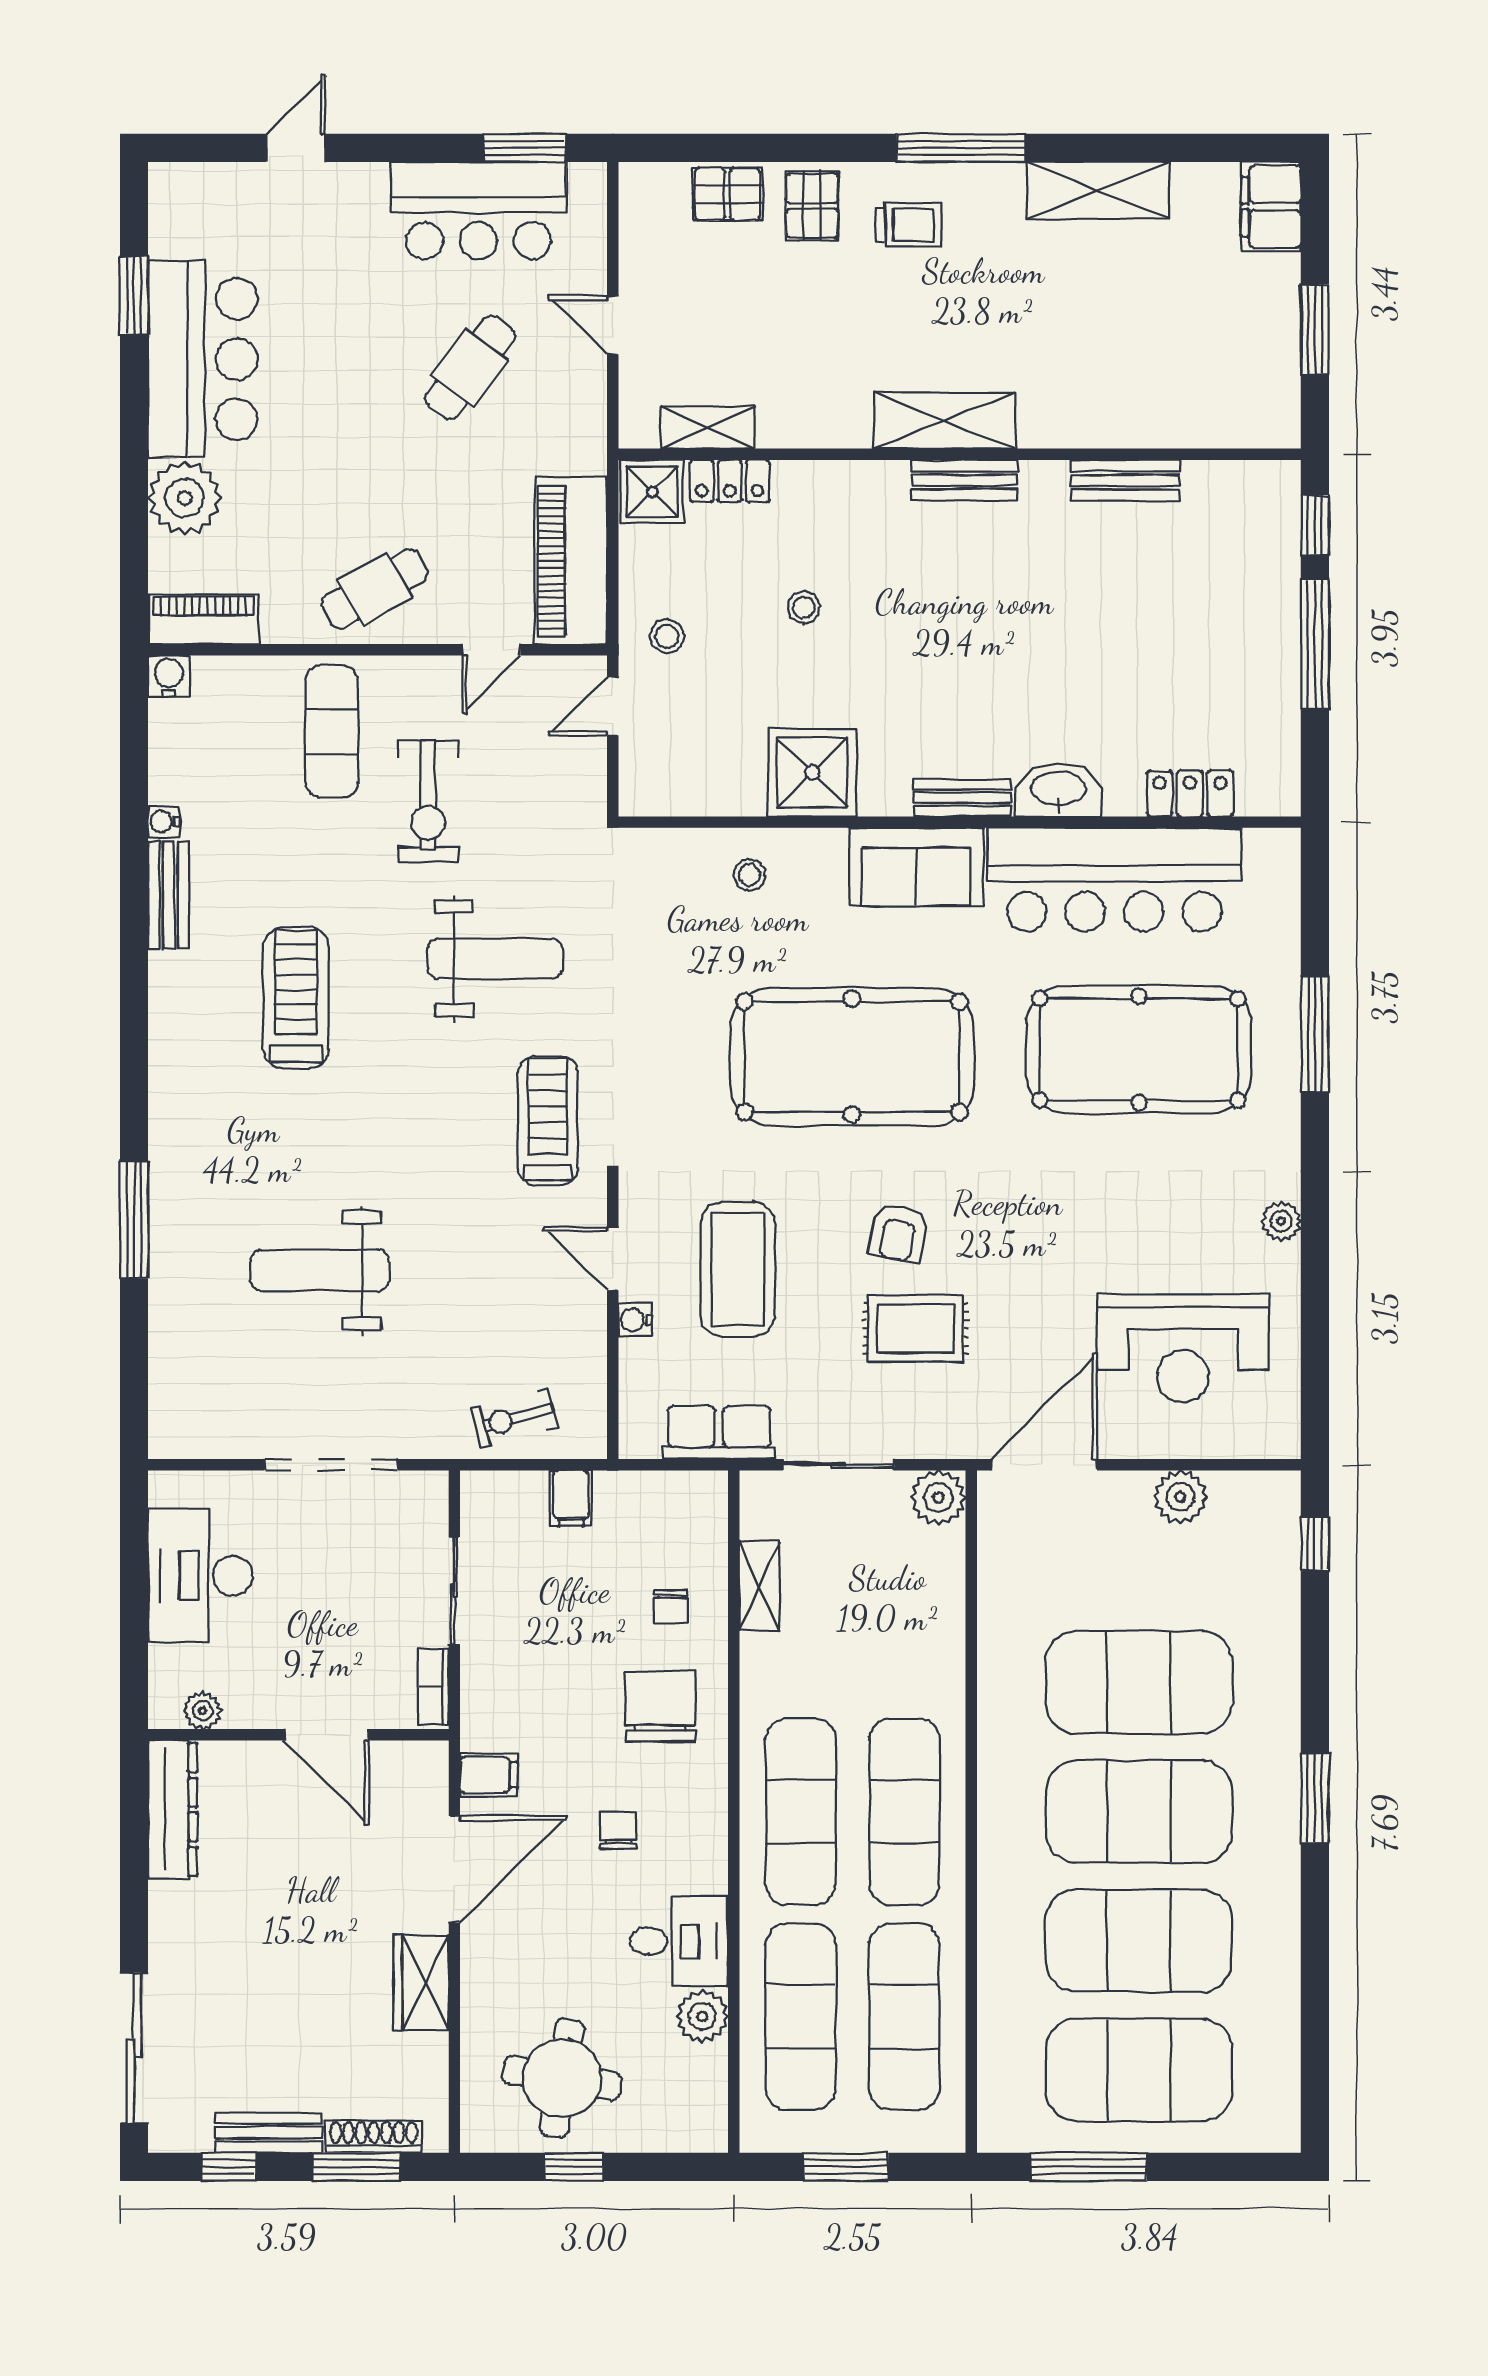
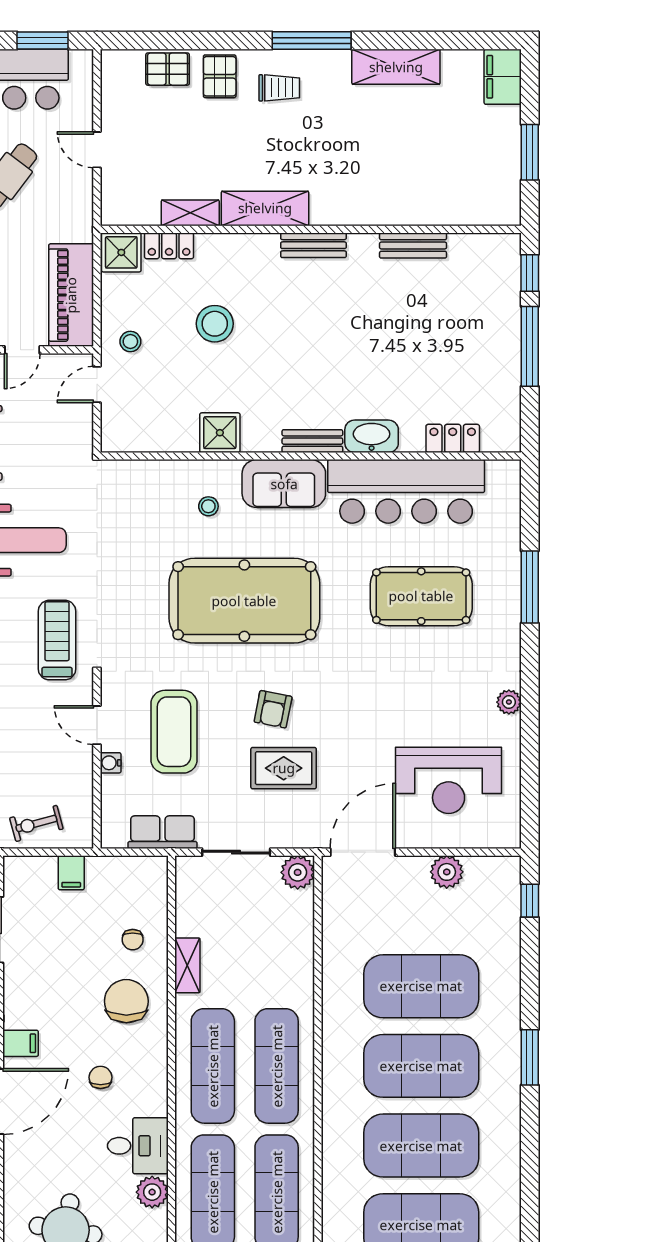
shelving: (945, 420) -> (265, 208), moved
shelving: (708, 428) -> (190, 213), moved
stool: (804, 607) -> (215, 324), width x1.89, depth x1.89
shower: (812, 772) -> (220, 433), width x0.73, depth x0.73
stool: (749, 875) -> (208, 506), moved
pool table: (1139, 1050) -> (421, 596), width x0.73, depth x0.76
shelving: (760, 1586) -> (187, 965), moved

